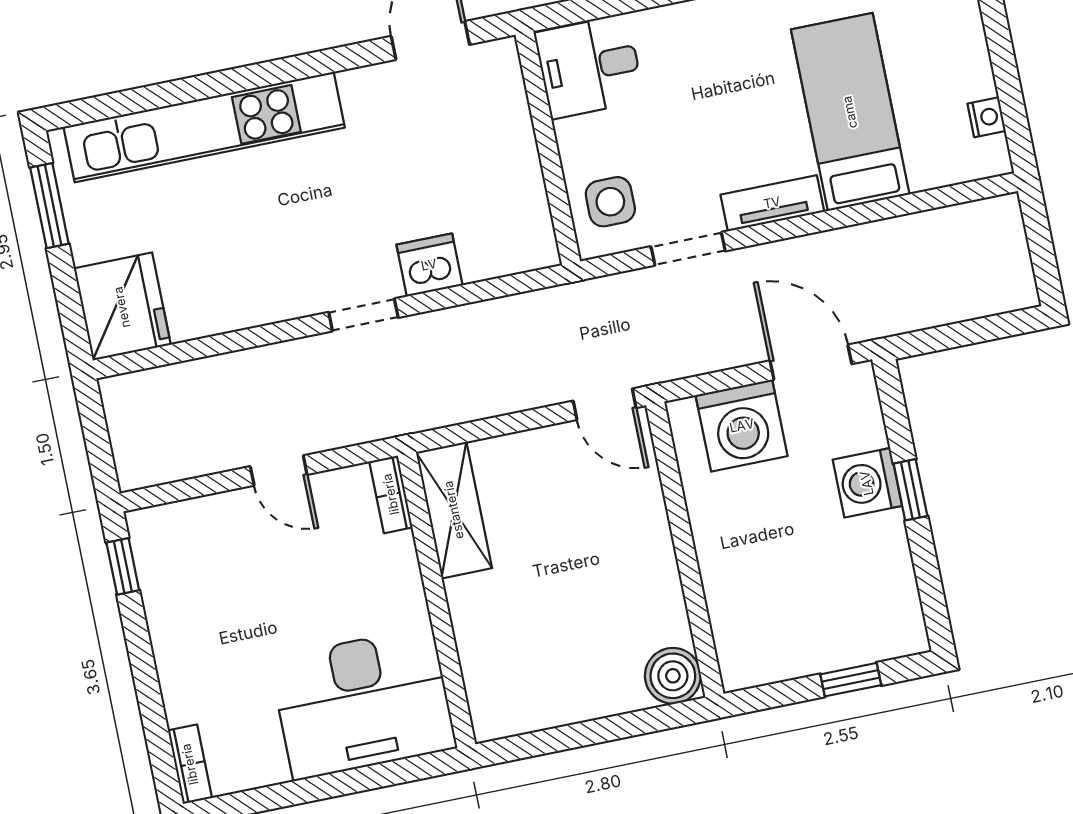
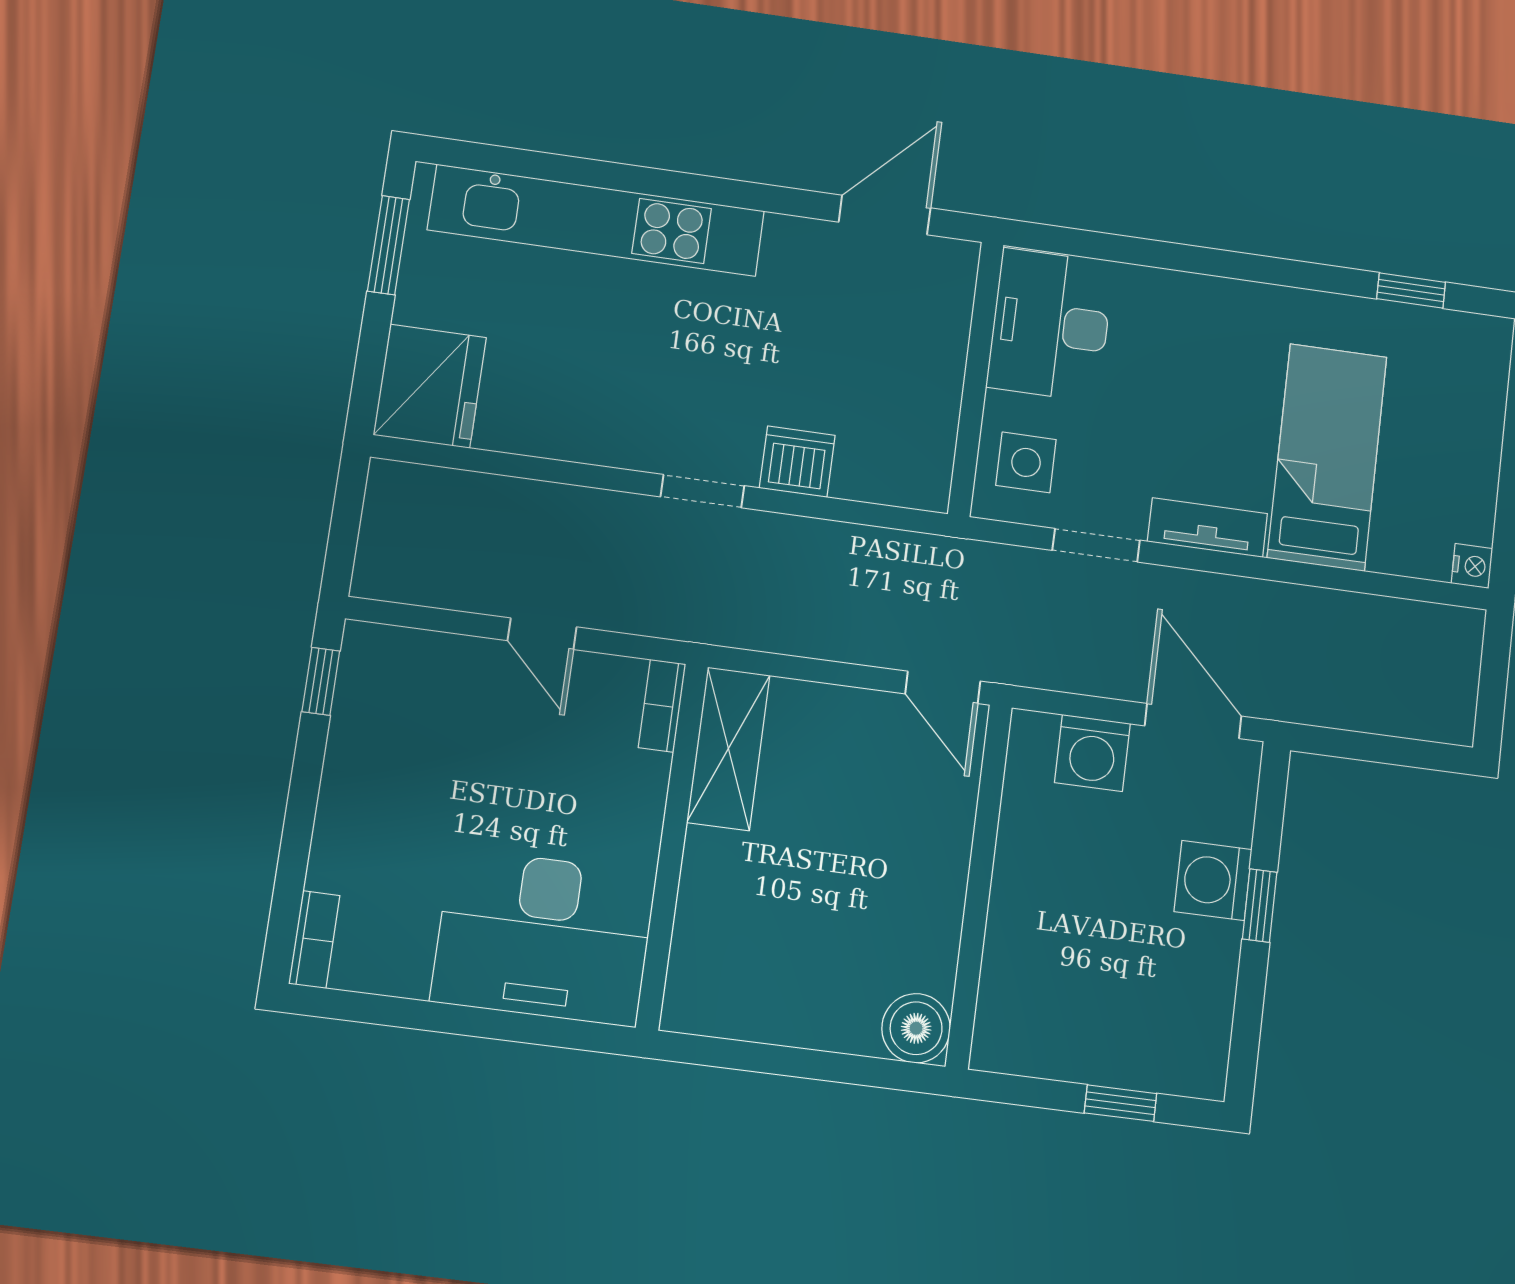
desk: (589, 67) -> (1050, 325), width x1.37
nightstand: (987, 117) -> (1472, 566), moved
washing machine: (742, 426) -> (1092, 753), width x0.73, depth x0.73

